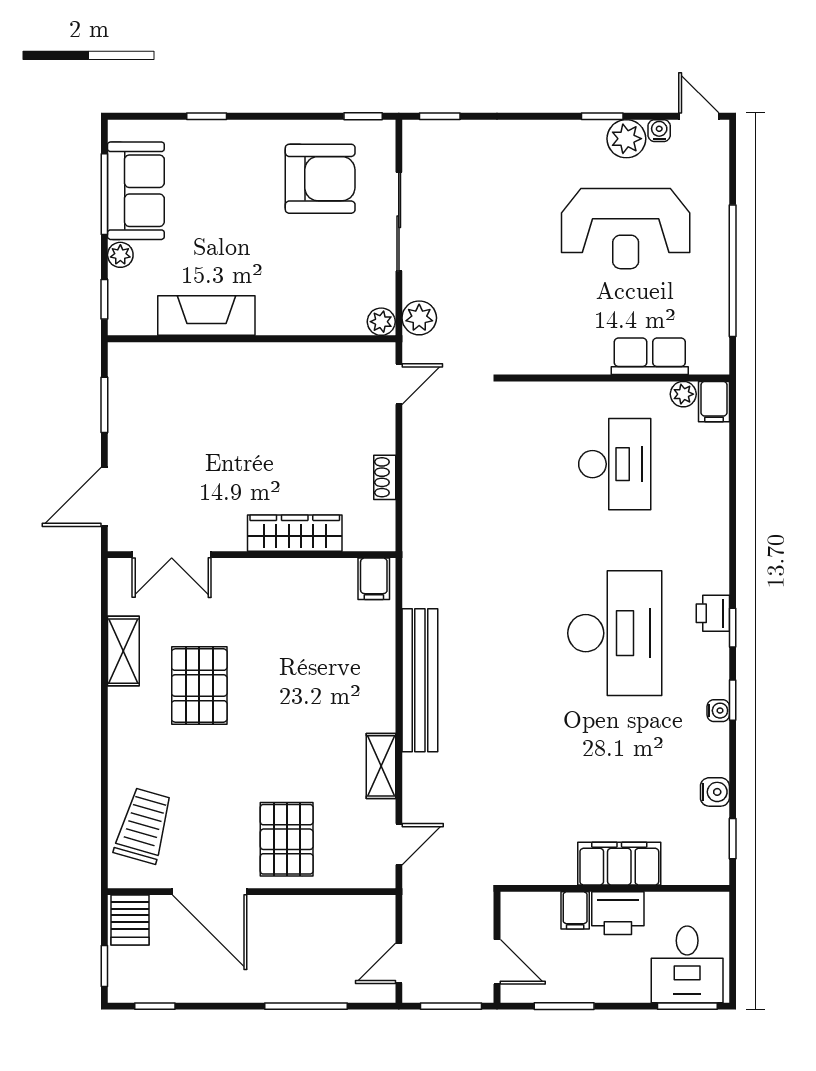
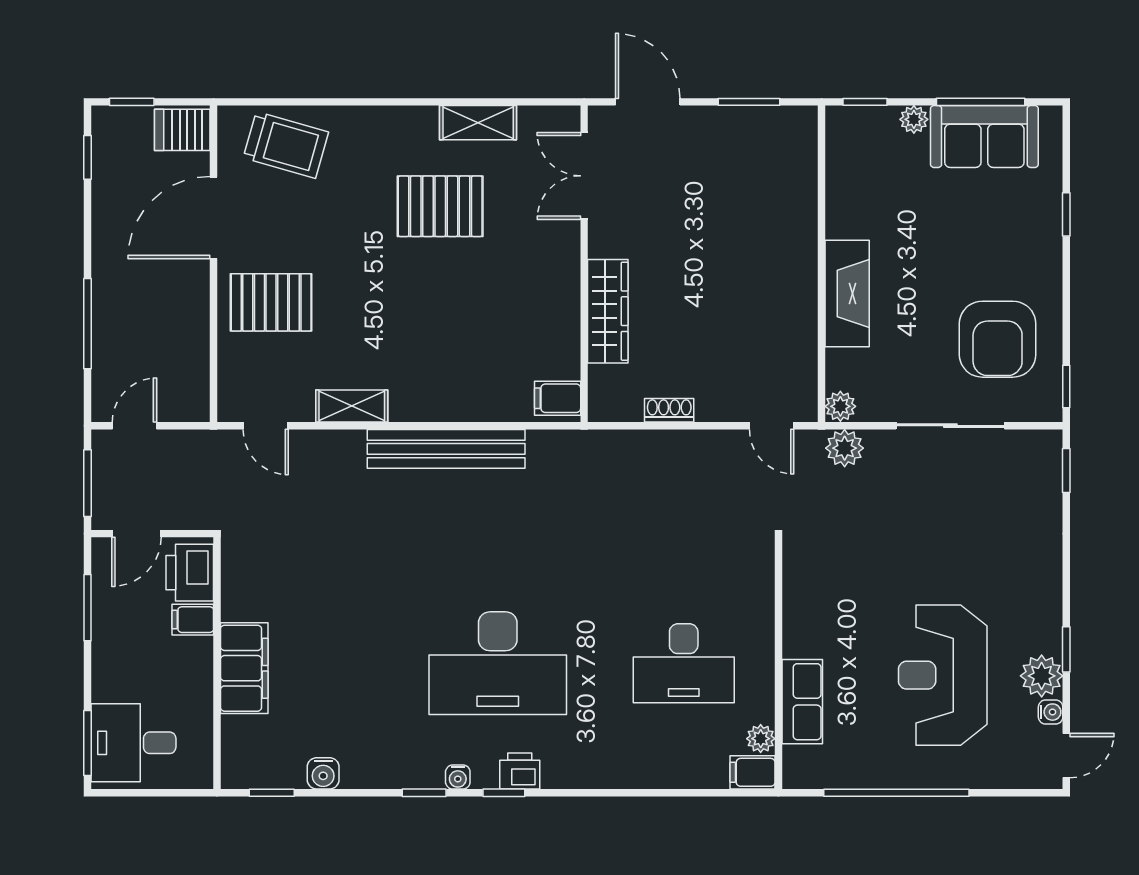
fireplace: (206, 316) -> (847, 293), moved
water cooler: (718, 711) -> (458, 777), moved
printer: (618, 913) -> (190, 573), moved
door: (399, 963) -> (135, 426), hinge flipped

